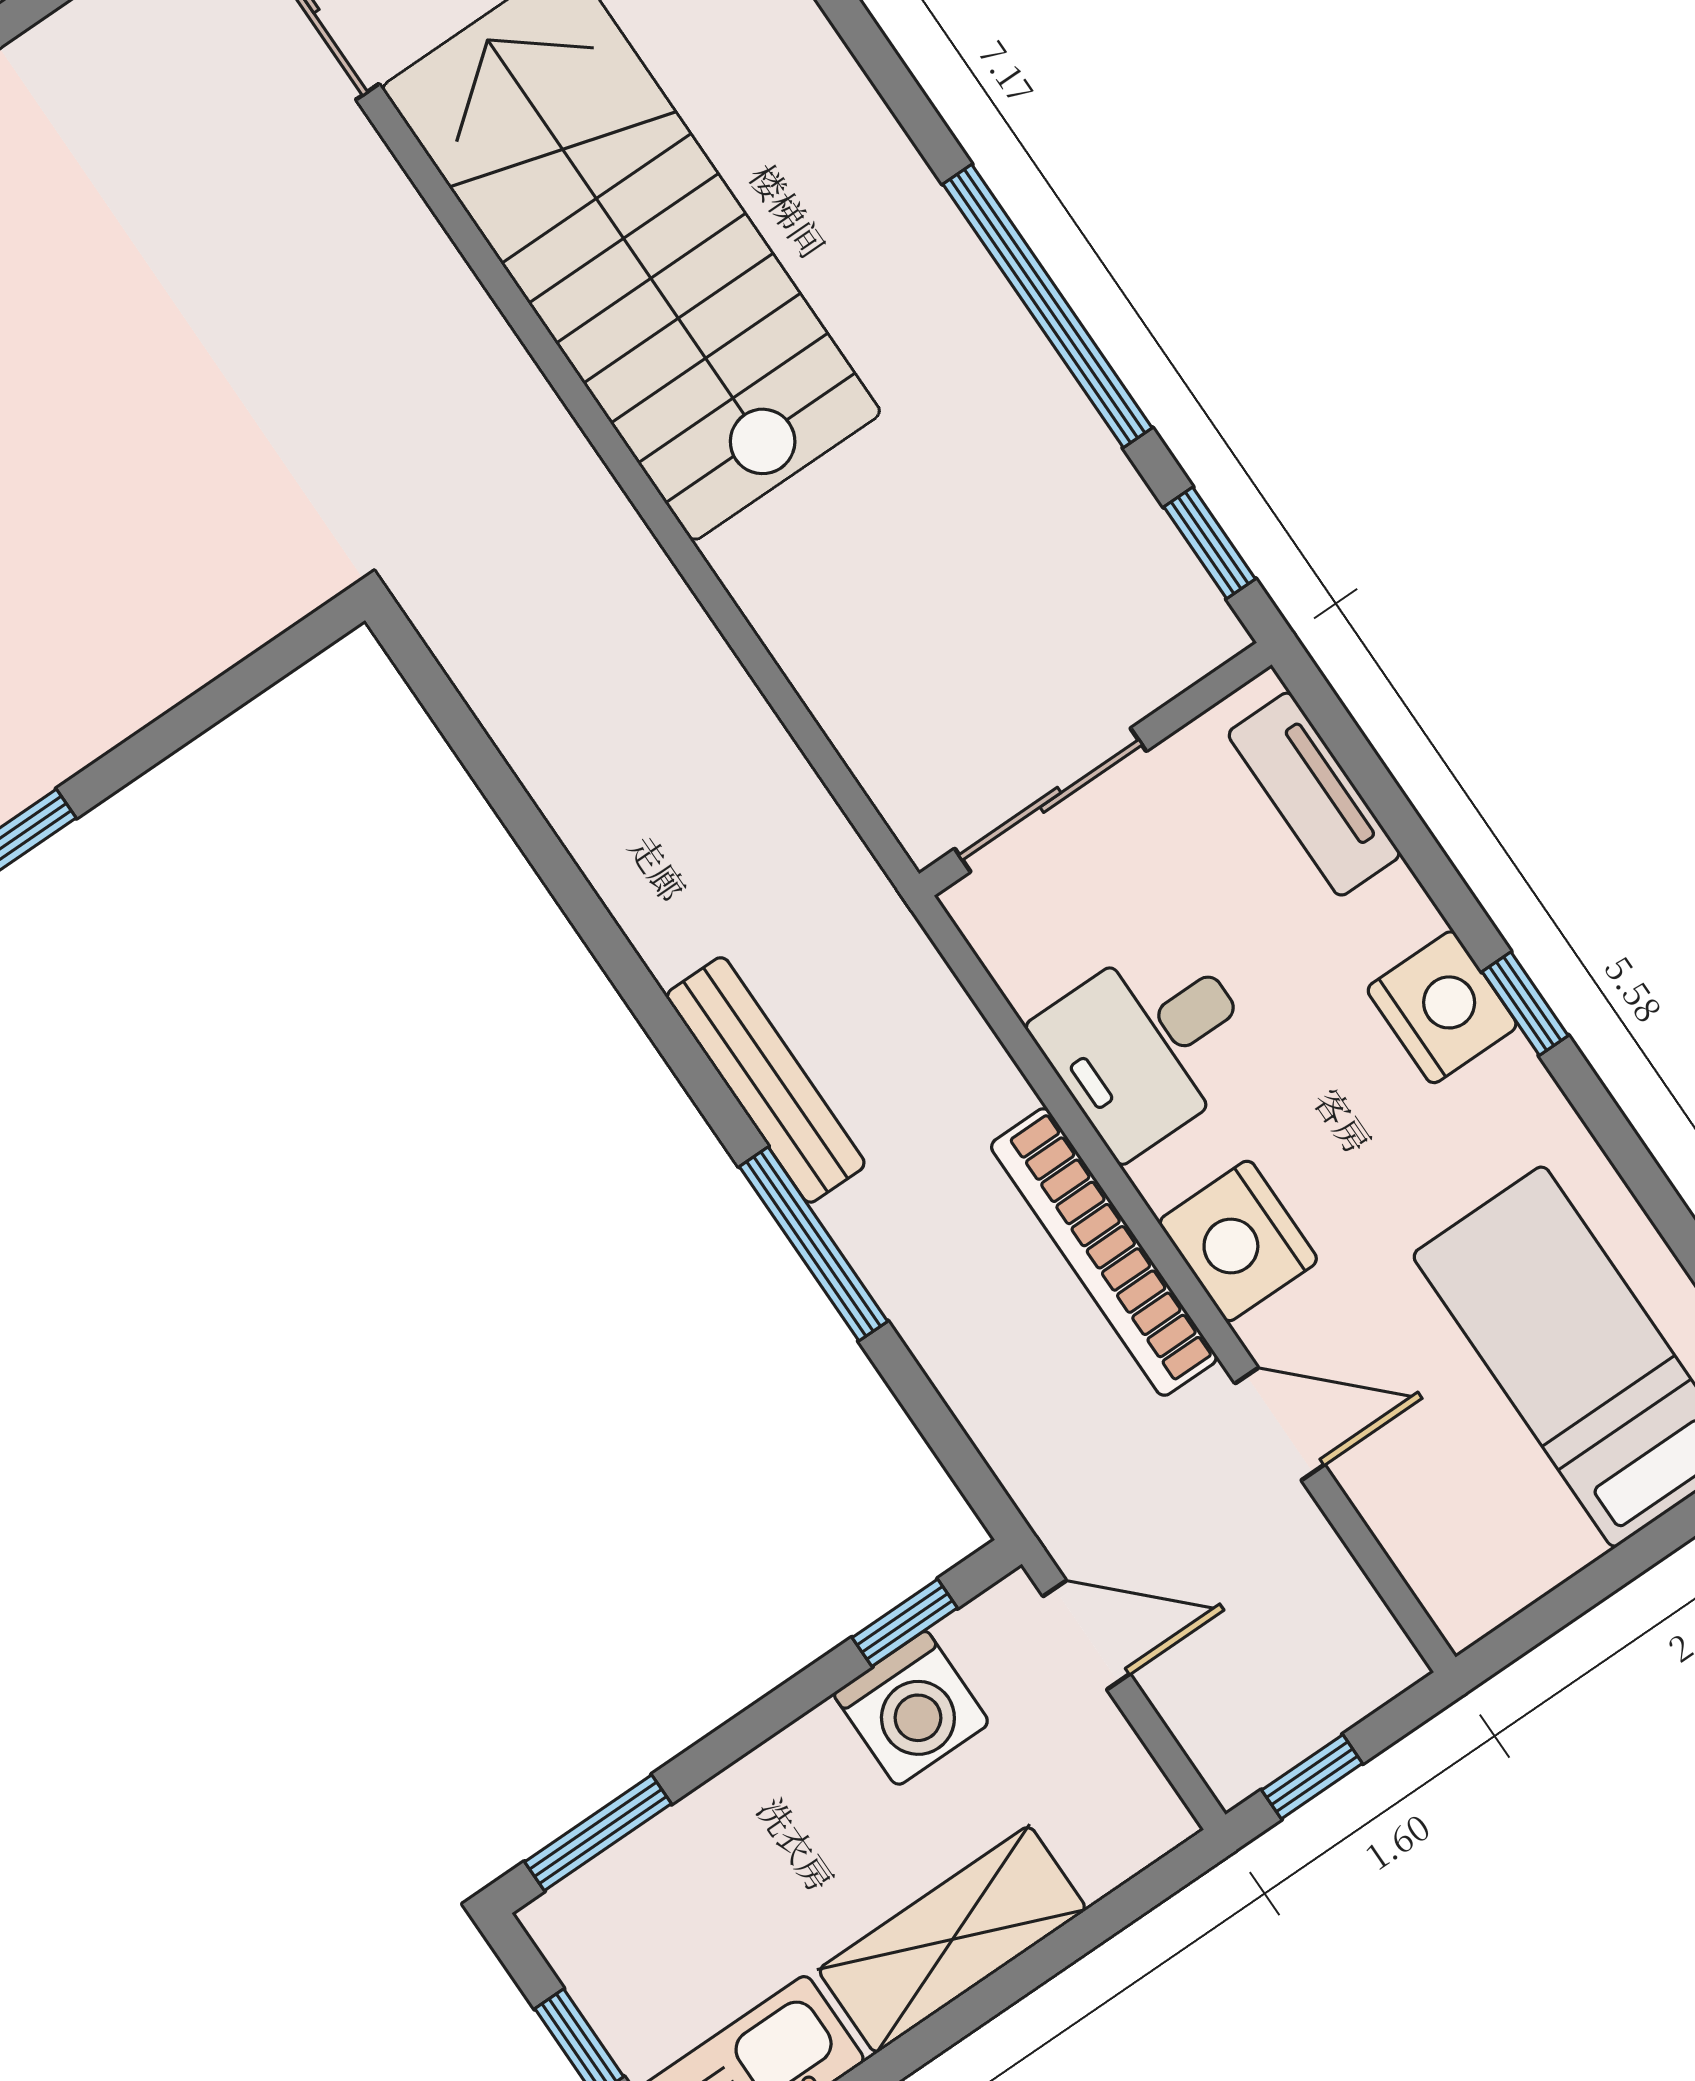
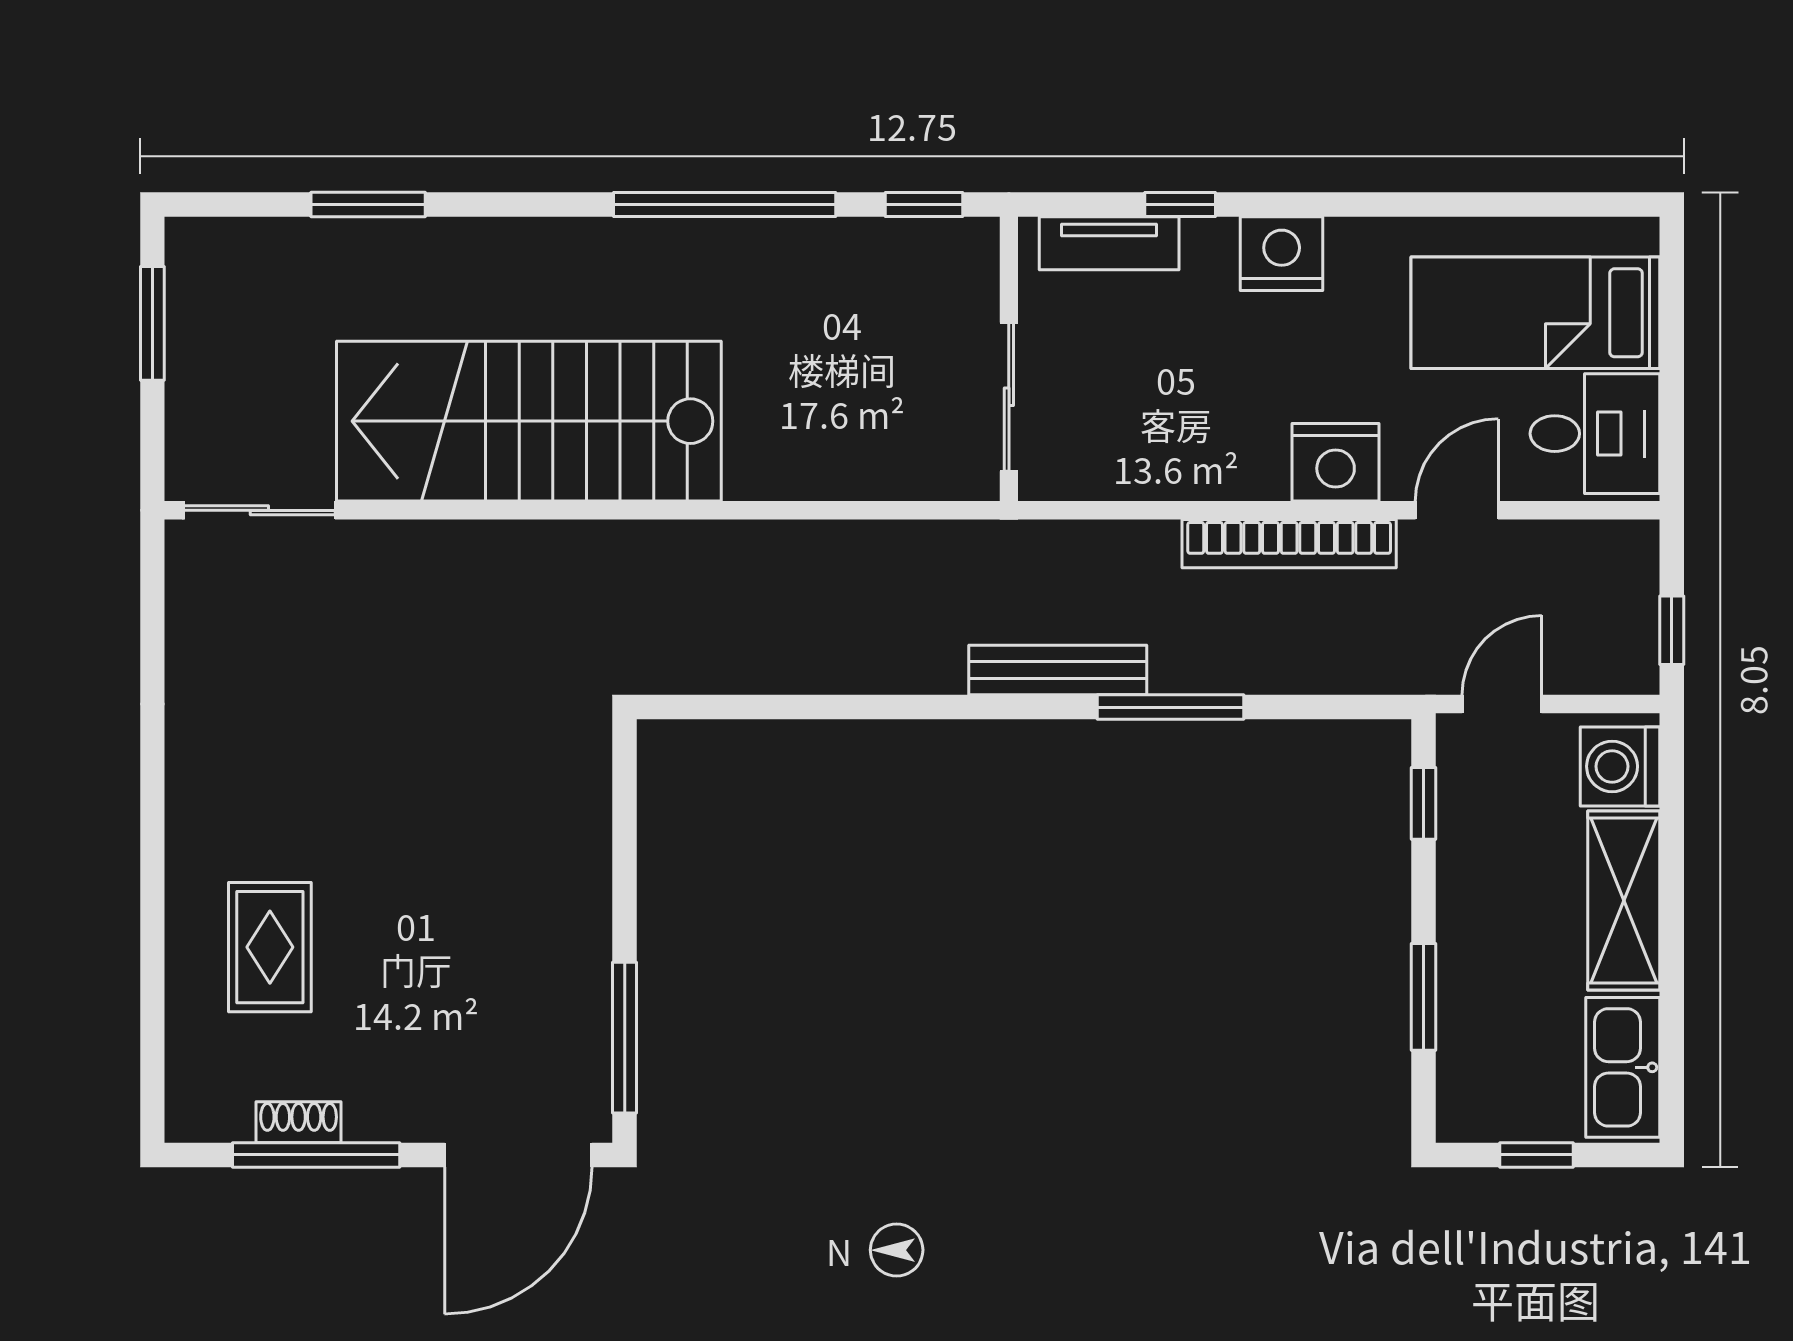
window: (1525, 1004) -> (1180, 205), moved
desk: (1148, 1044) -> (1595, 434), moved, turned -90
washing machine: (912, 1708) -> (1620, 766), moved, turned 180
window: (598, 1833) -> (1424, 997), moved

